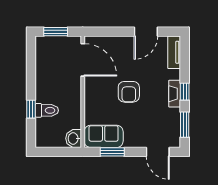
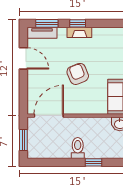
armchair: (129, 92) -> (78, 74), turned -112
toilet: (47, 110) -> (78, 148), moved
window: (185, 125) -> (47, 23), moved

